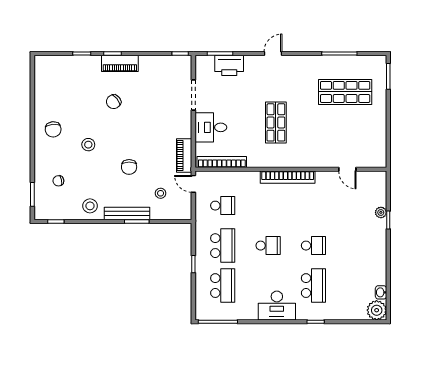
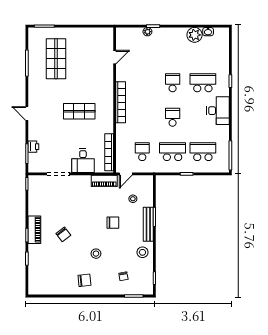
printer: (229, 65) -> (33, 147), width x0.53, depth x0.68
plant: (377, 310) -> (195, 35), moved

